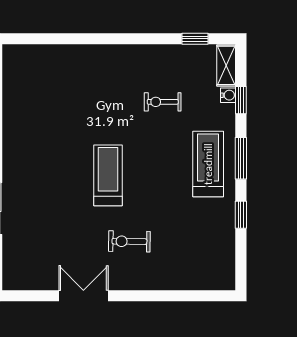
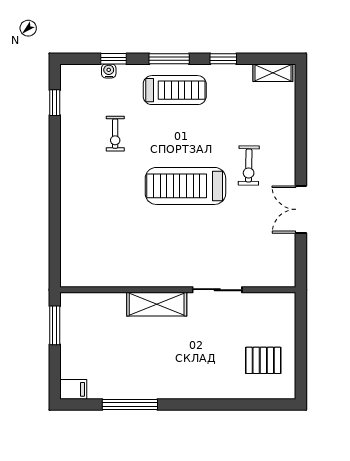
shelving: (226, 65) -> (273, 73), moved
treadmill: (208, 164) -> (175, 90), turned 180
treadmill: (108, 175) -> (185, 186), width x1.37, depth x1.38

